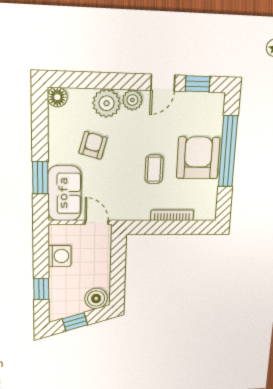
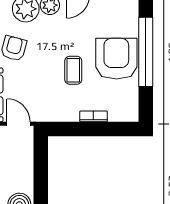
bookcase: (172, 215) -> (93, 116), width x0.64

